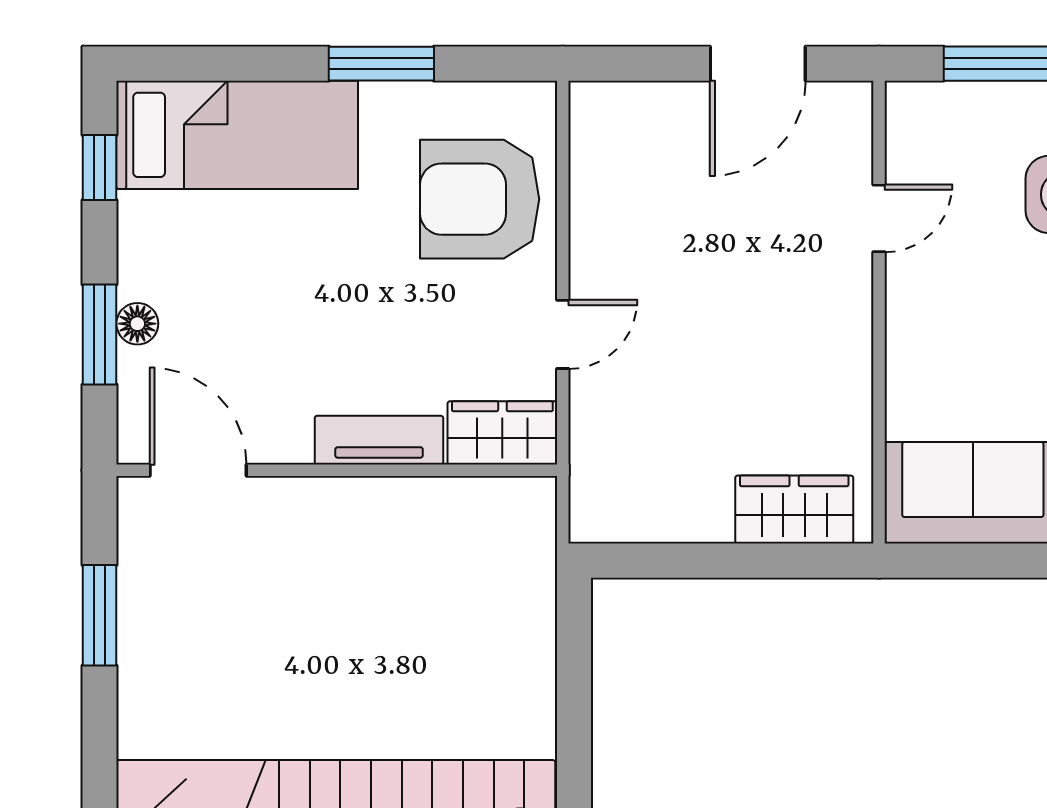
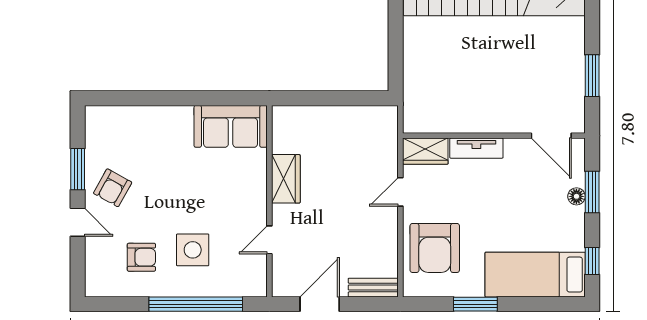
bench: (628, 103) -> (373, 288), added
armchair: (480, 199) -> (435, 248), turned 90
wardrobe: (794, 510) -> (286, 179), moved, turned -90

